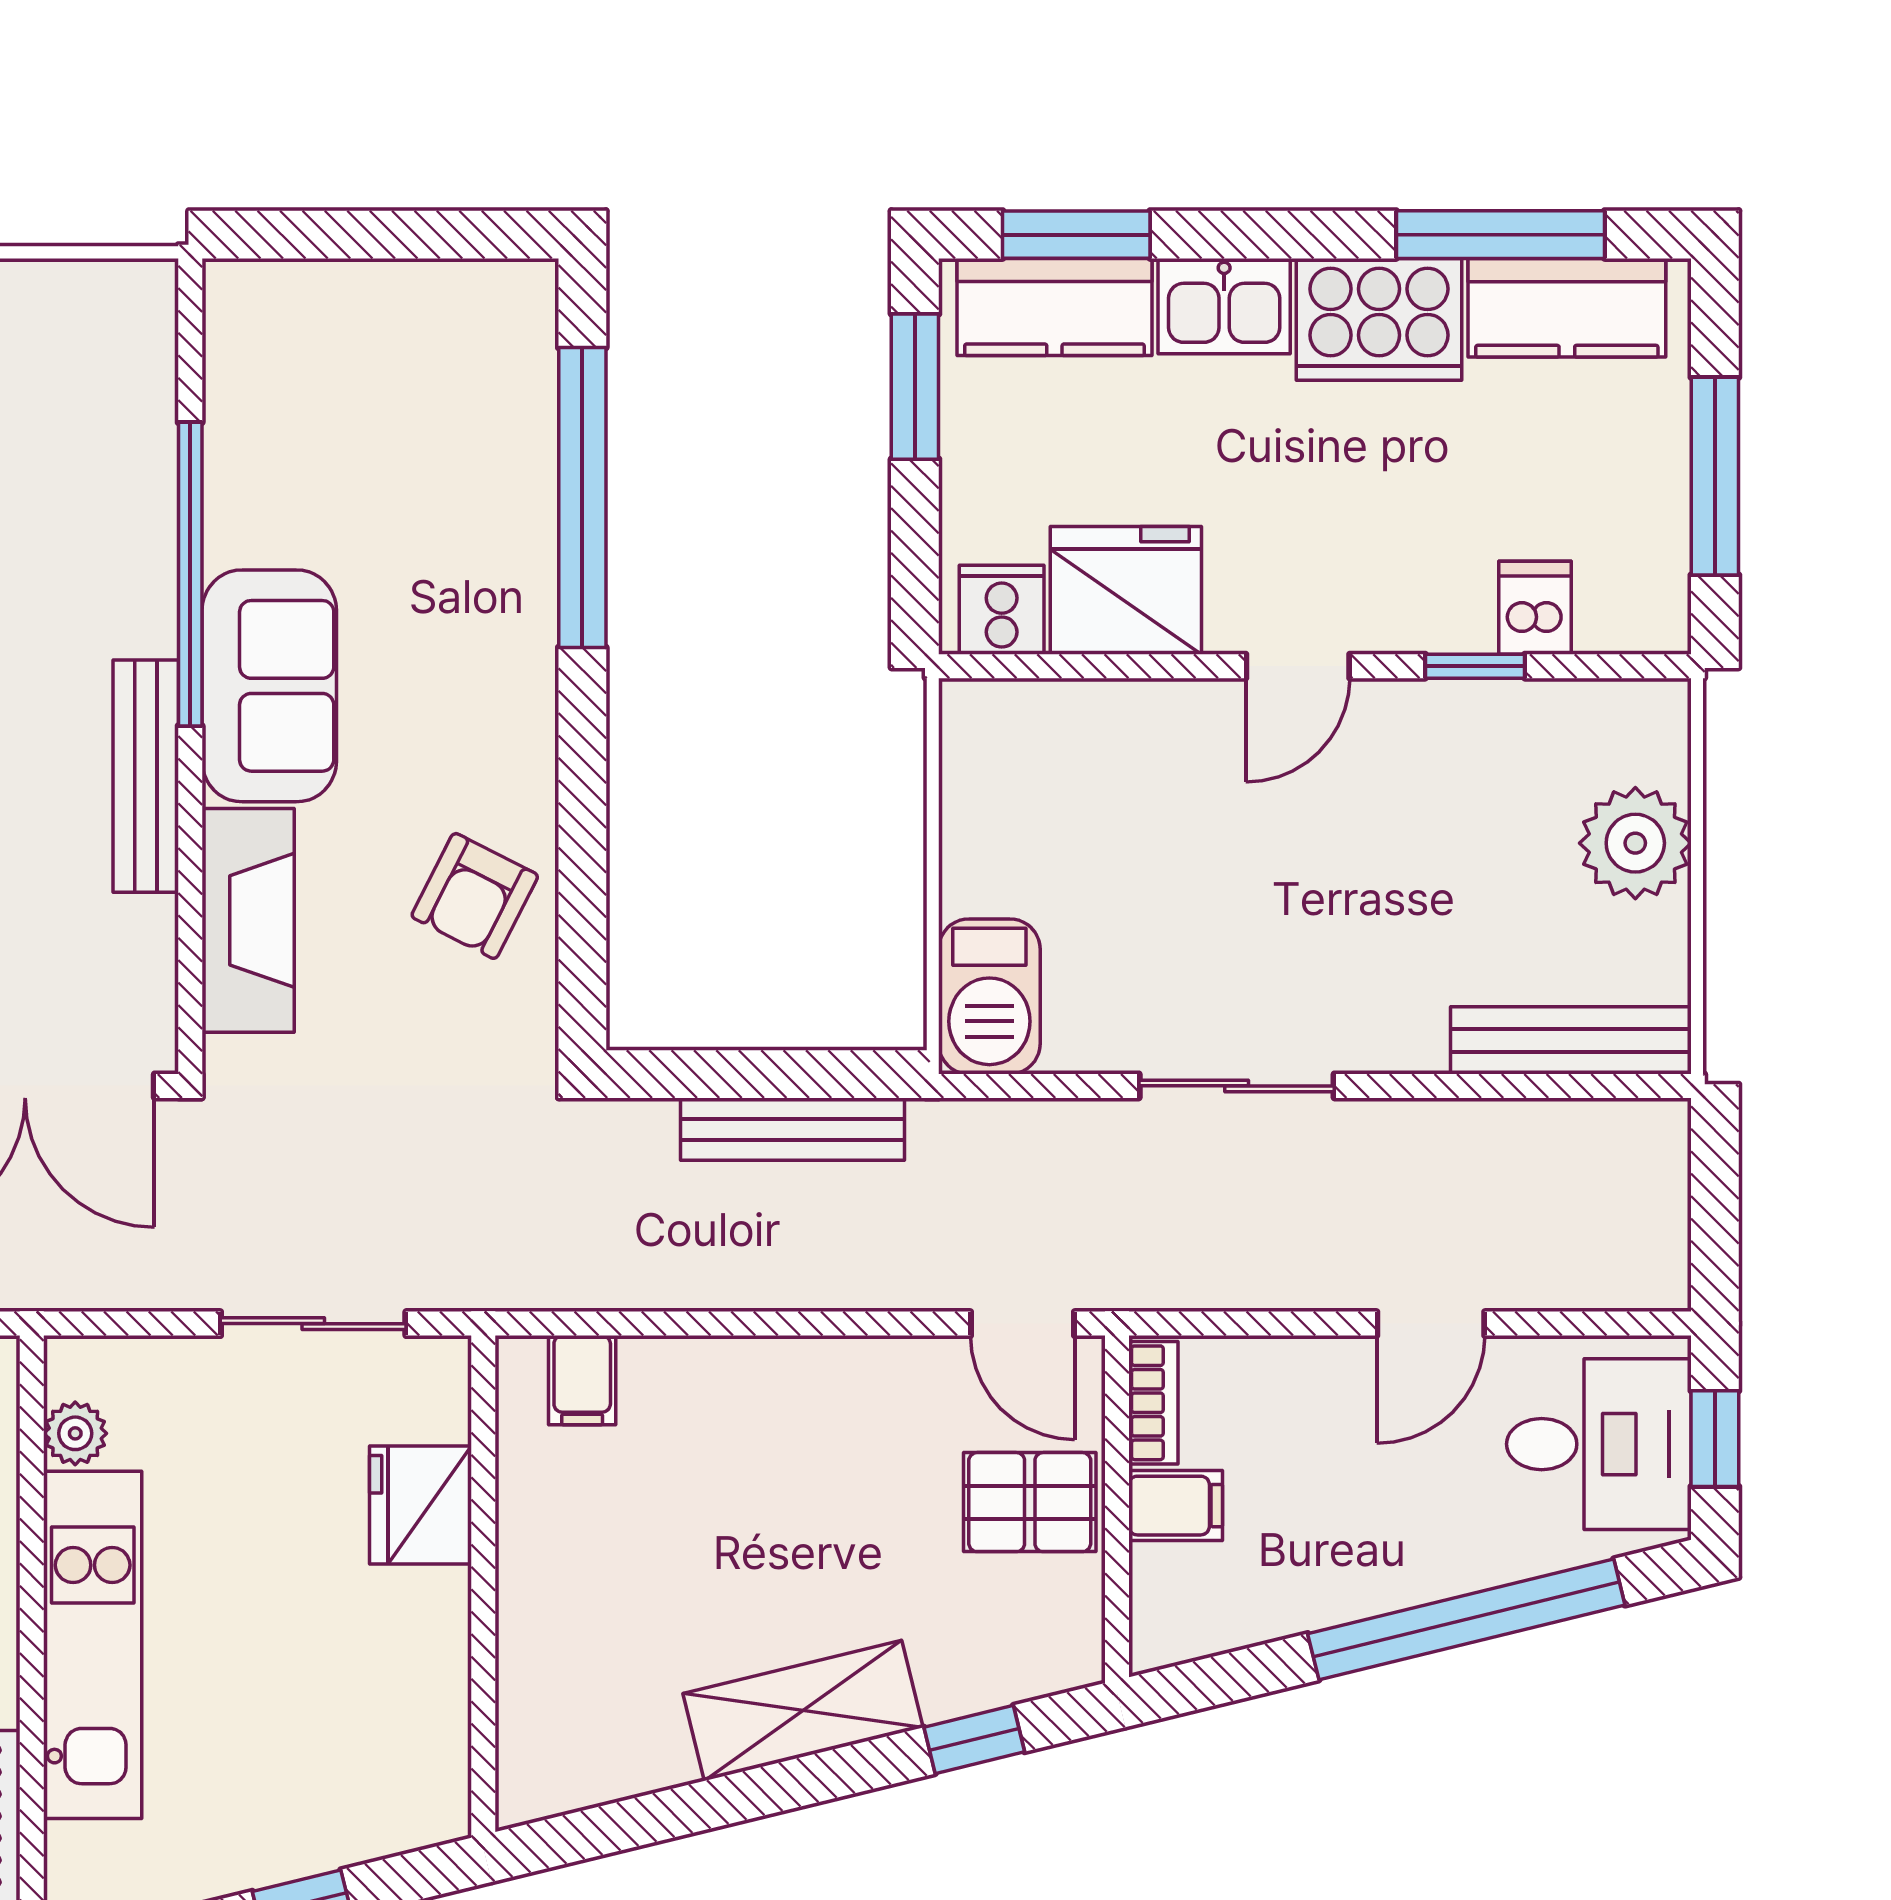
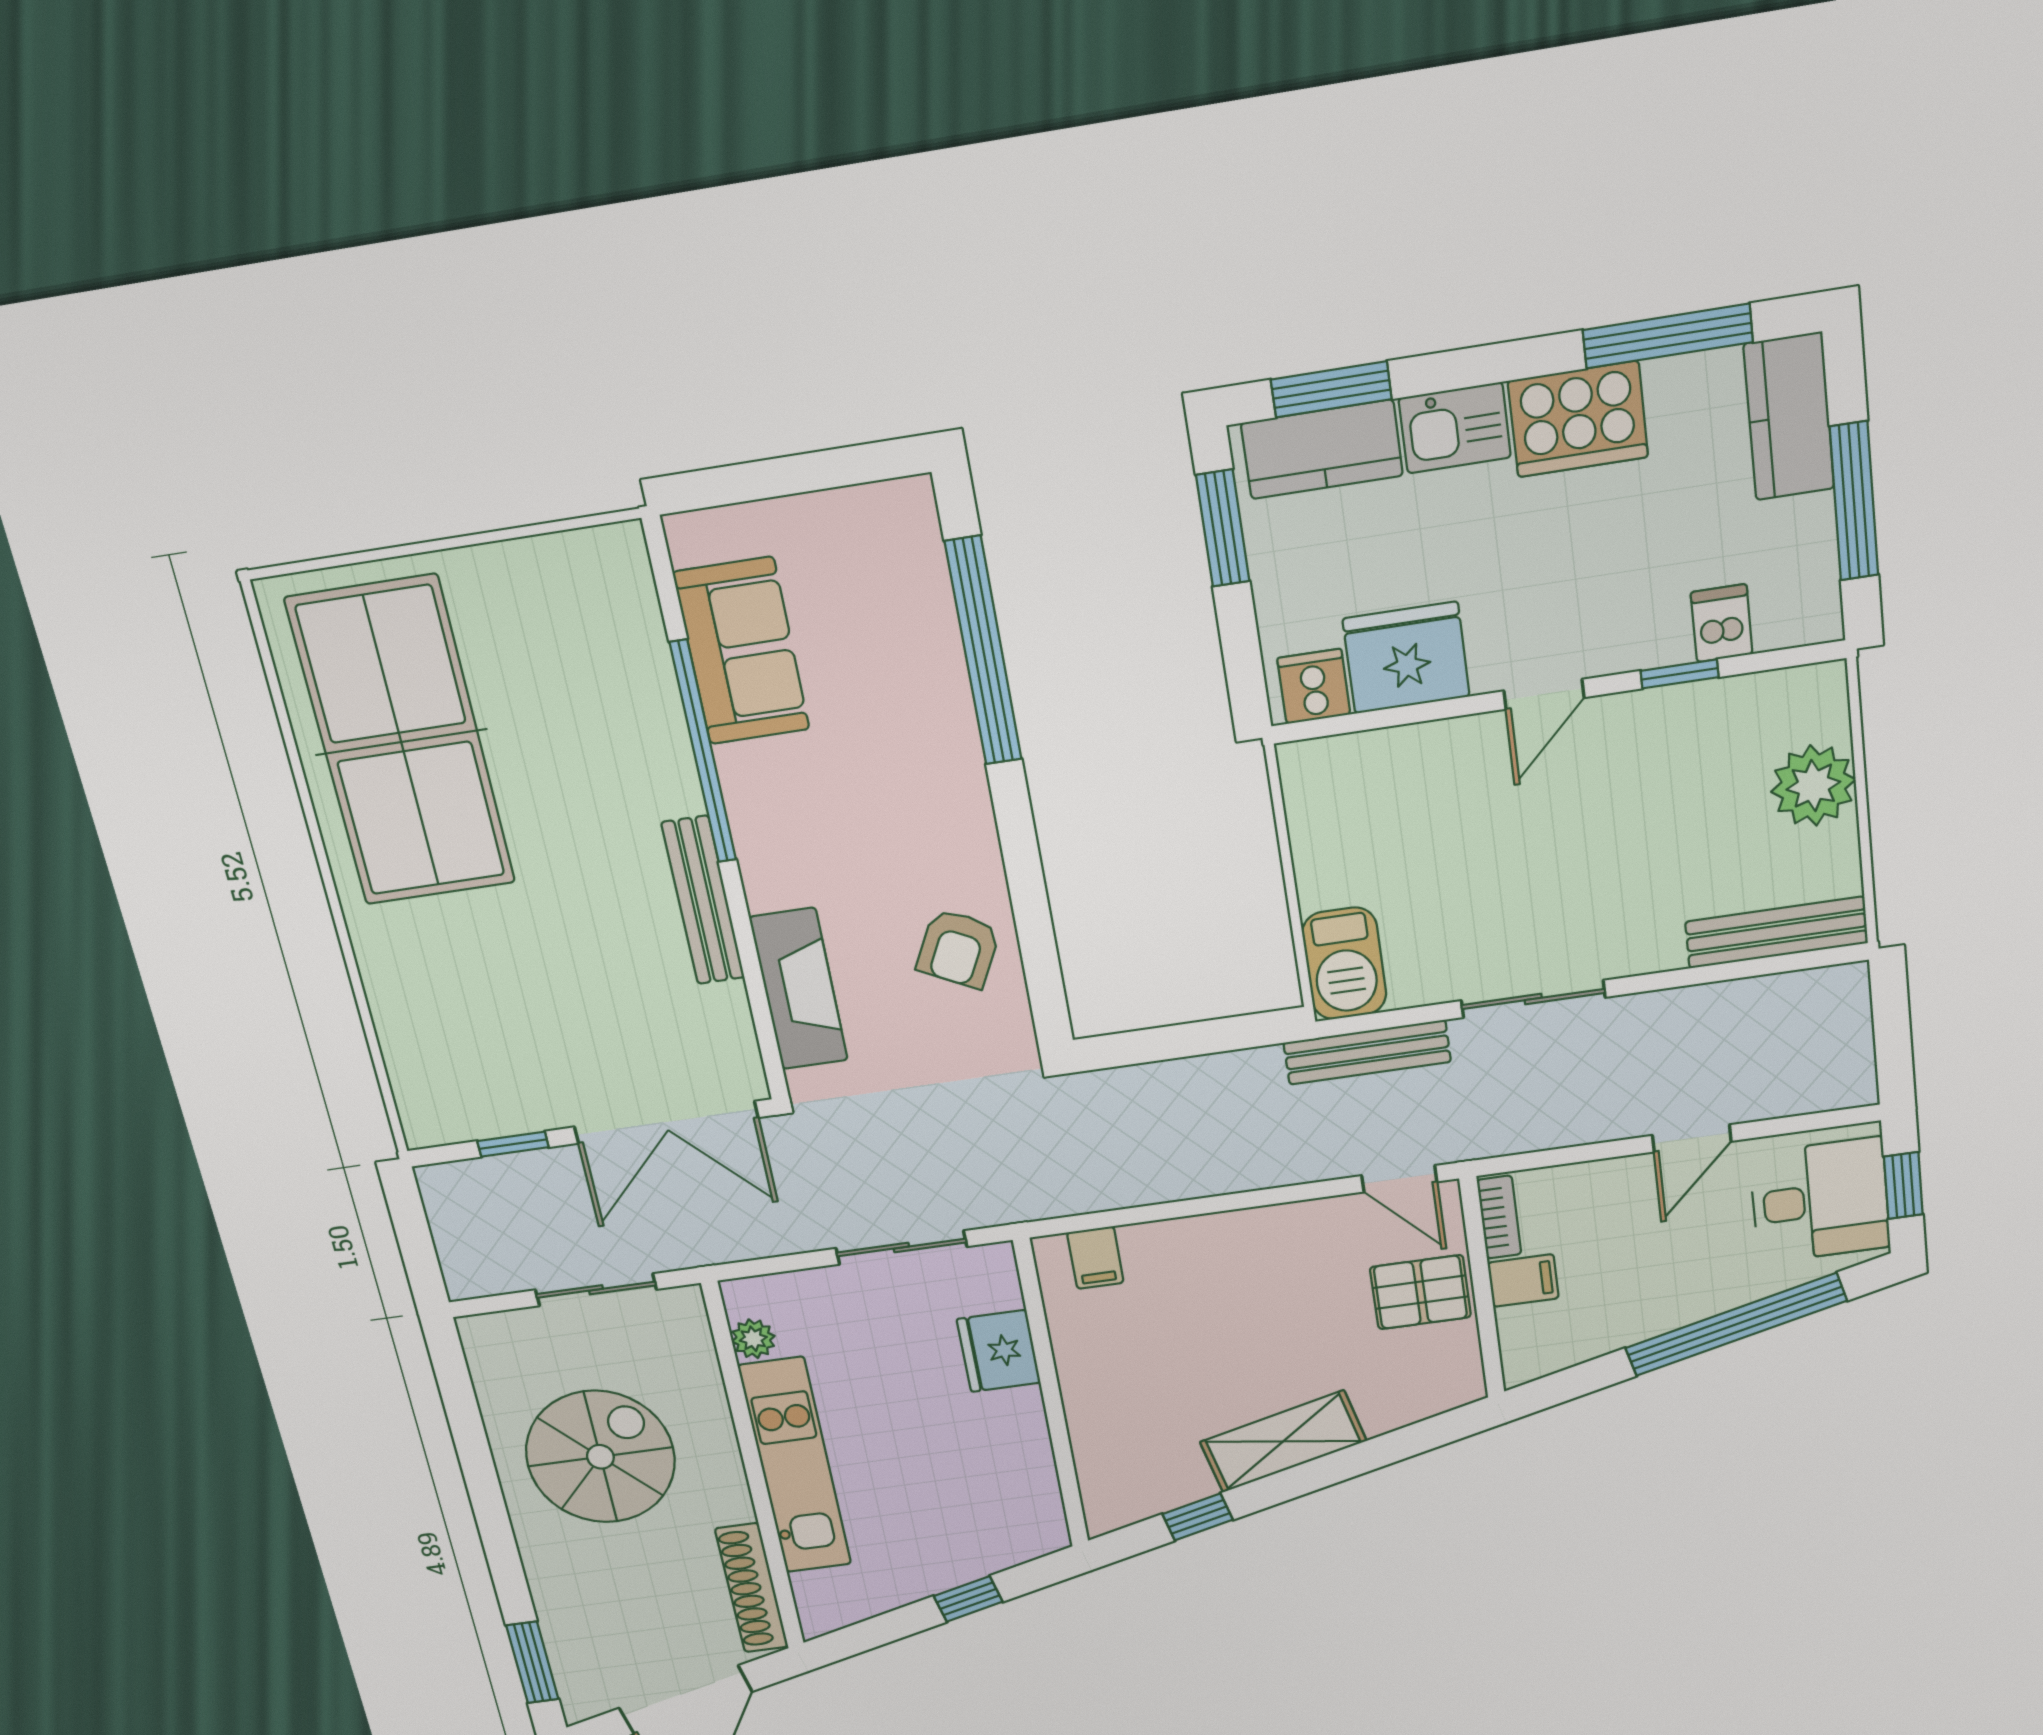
kitchen counter: (1567, 308) -> (1789, 417), moved, turned 90
sofa: (269, 686) -> (742, 651), moved
bench: (792, 1129) -> (1367, 1052), moved
window: (974, 1740) -> (1198, 1517), moved

